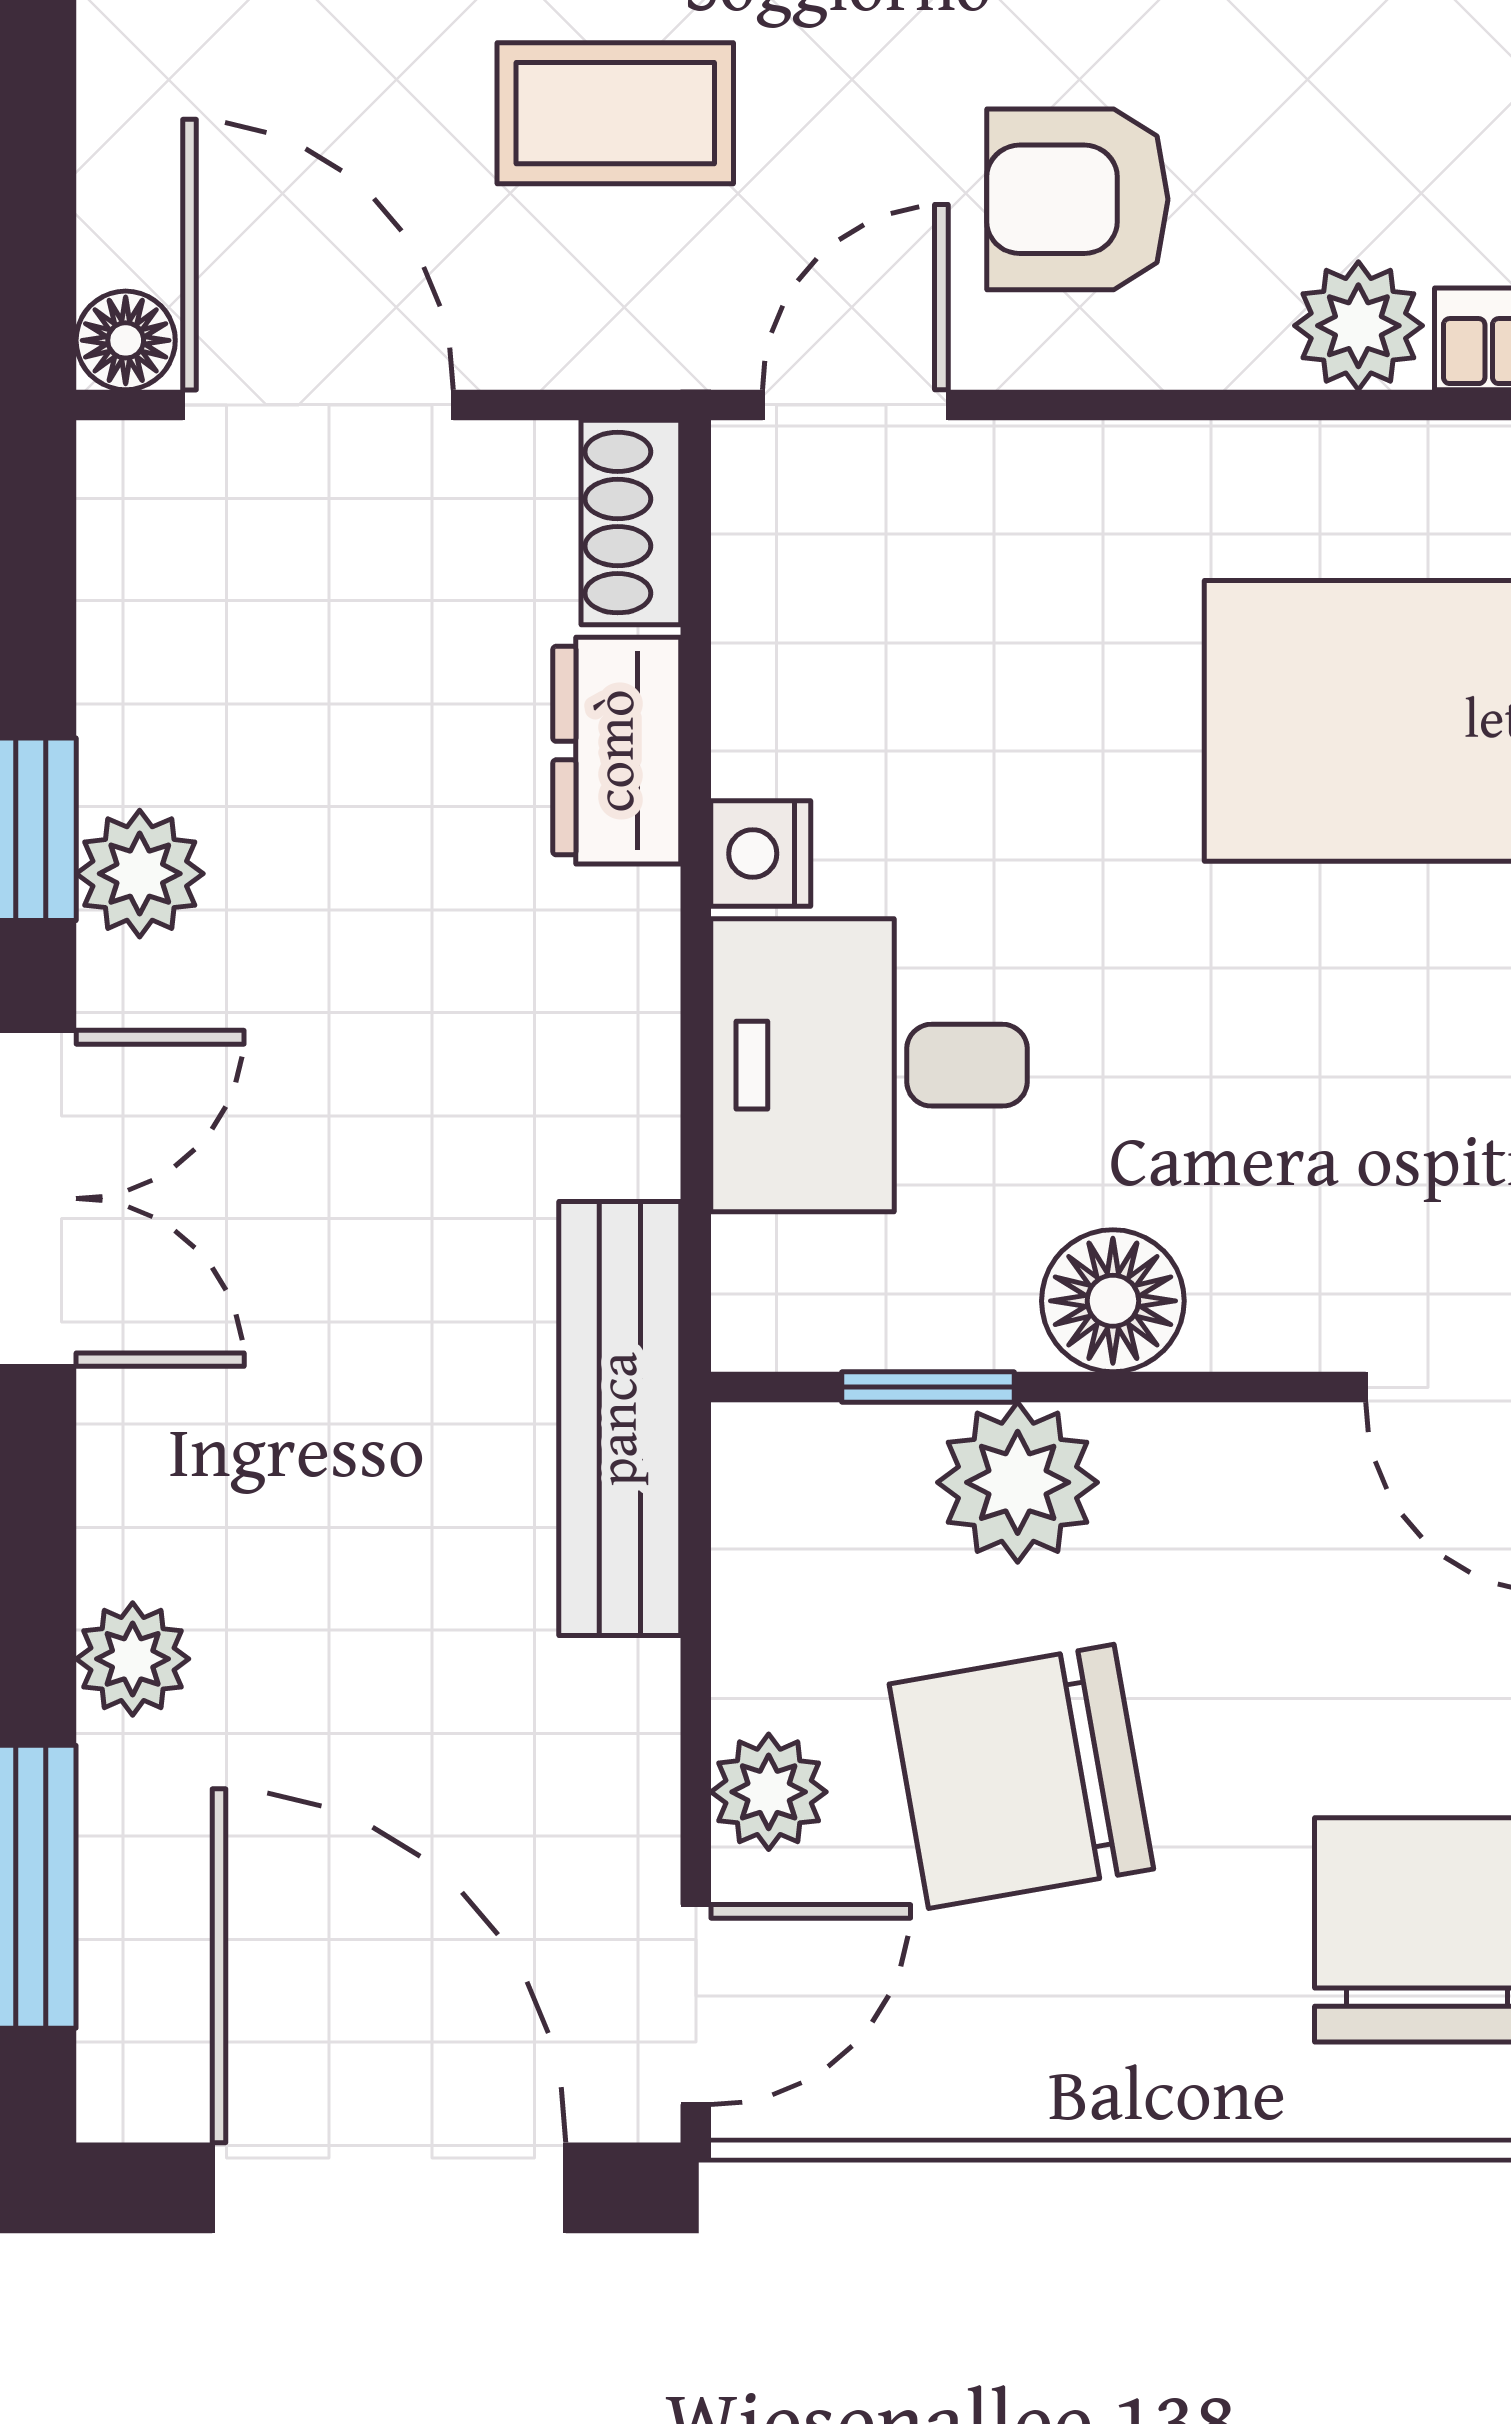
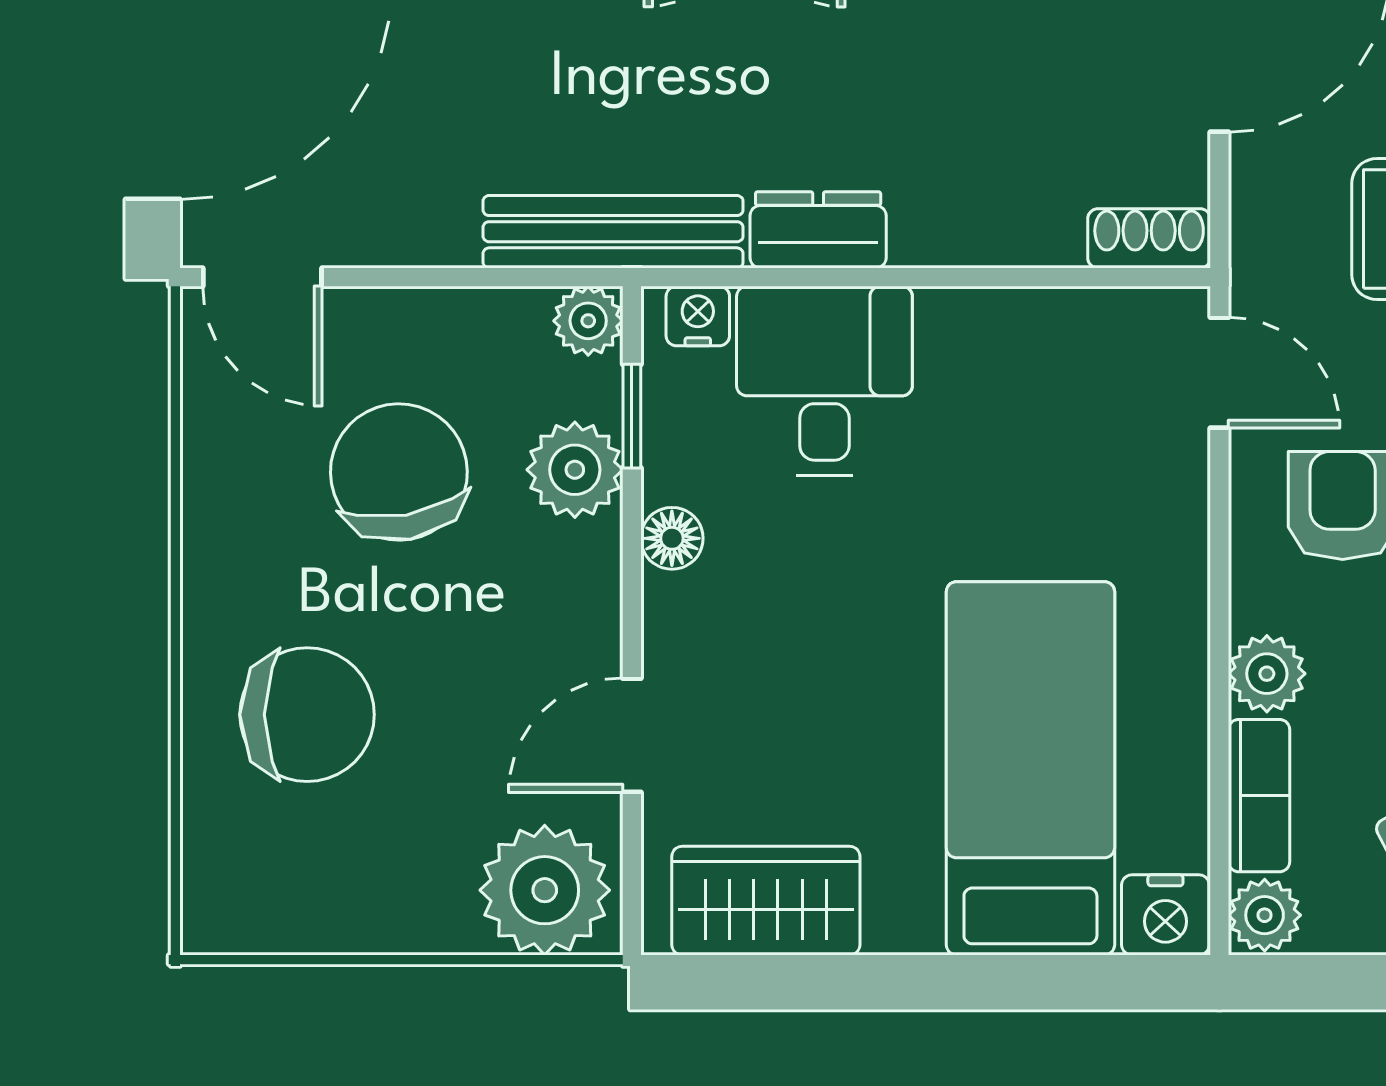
dresser: (617, 751) -> (818, 230), moved
nightstand: (761, 854) -> (698, 316), moved
floor lamp: (1113, 1301) -> (672, 538), width x0.73, depth x0.73
plant: (769, 1792) -> (588, 321), moved

